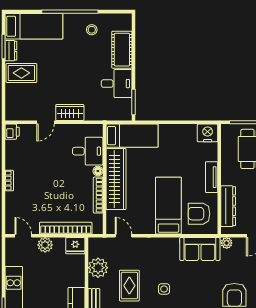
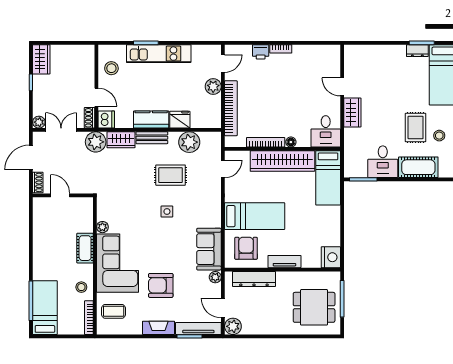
rug: (21, 73) -> (416, 128), moved
printer: (12, 132) -> (261, 52), moved
desk: (88, 151) -> (326, 131), moved
fridge: (75, 246) -> (180, 120), moved, turned 90

